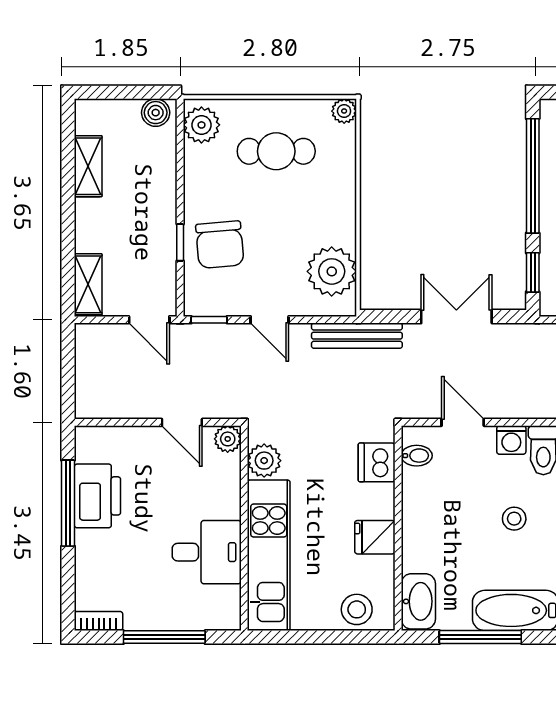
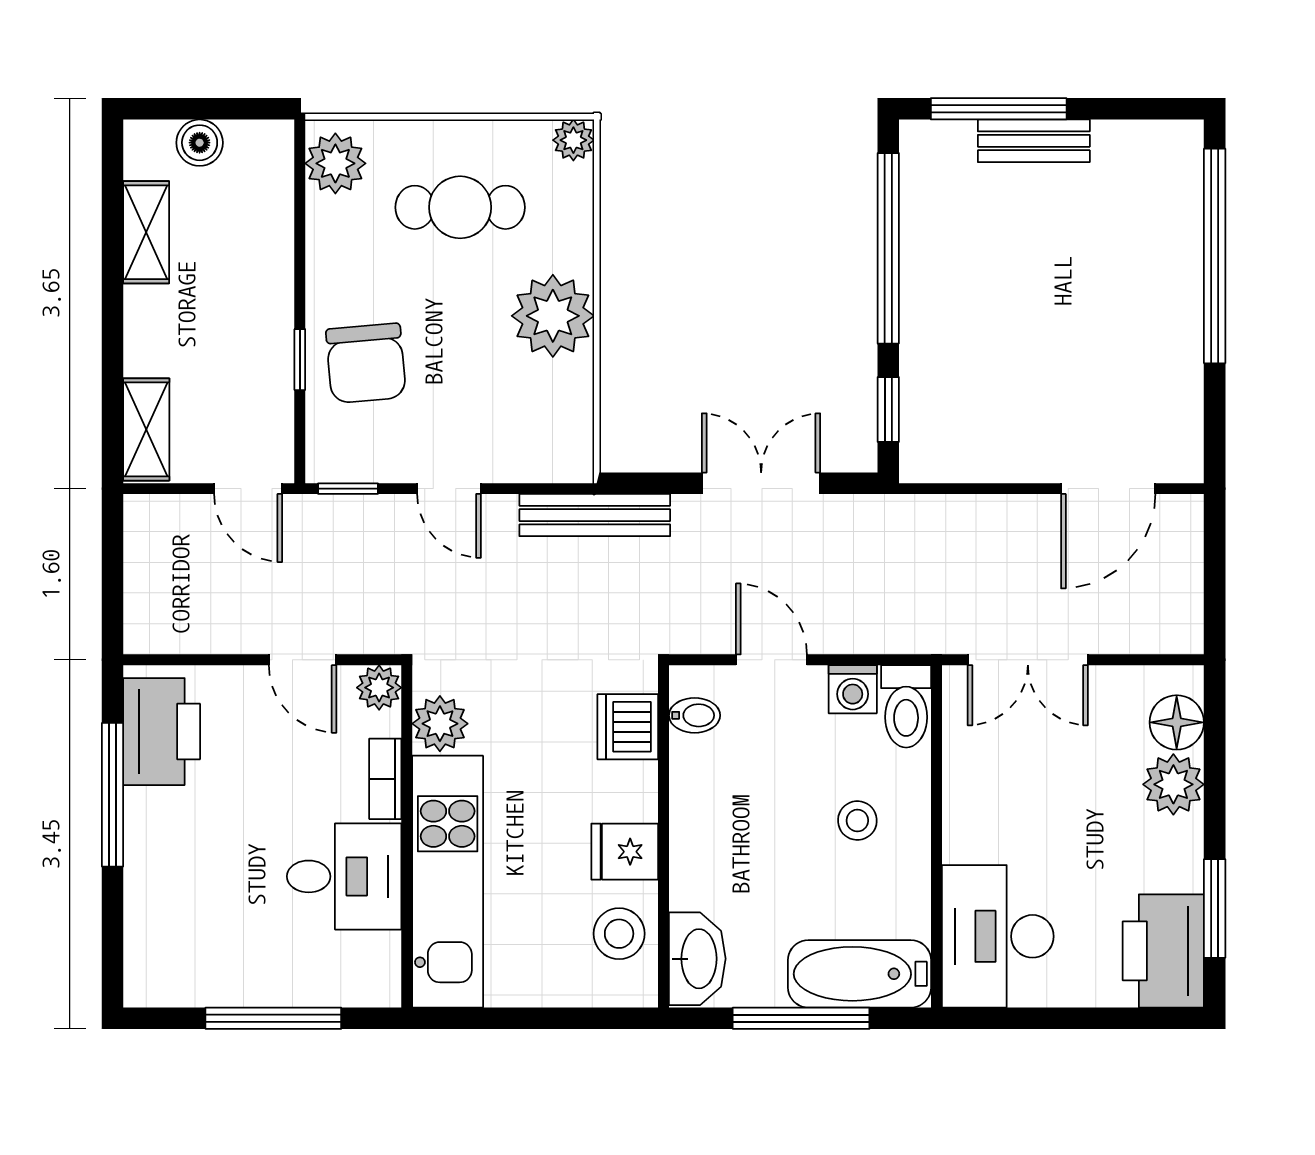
boiler: (156, 113) -> (200, 143), moved
plant: (332, 271) -> (553, 316), moved
printer: (97, 496) -> (162, 732), moved
stool: (357, 609) -> (619, 934), moved
bookcase: (99, 621) -> (385, 779), moved, turned -90

